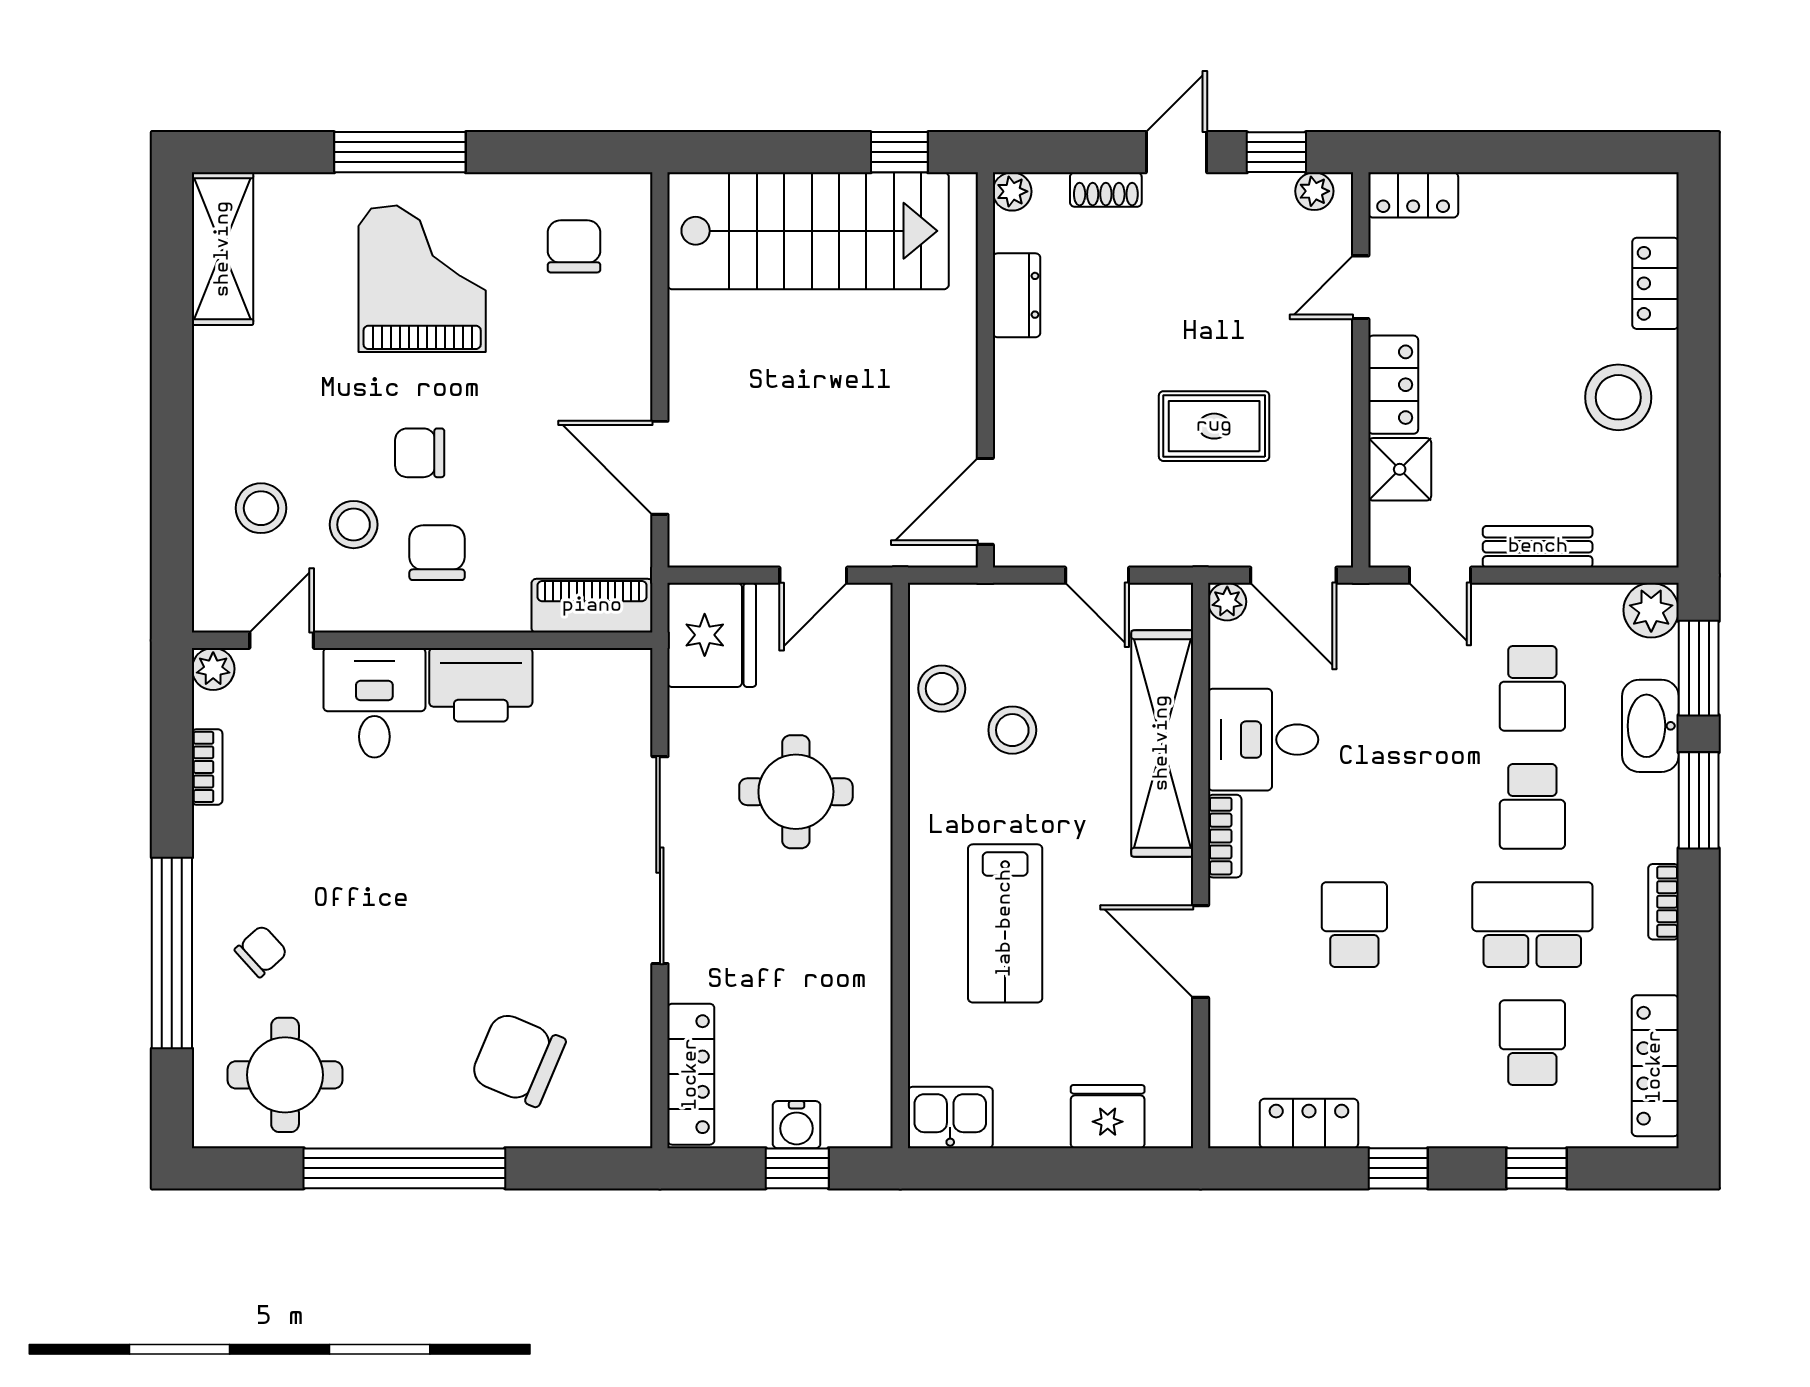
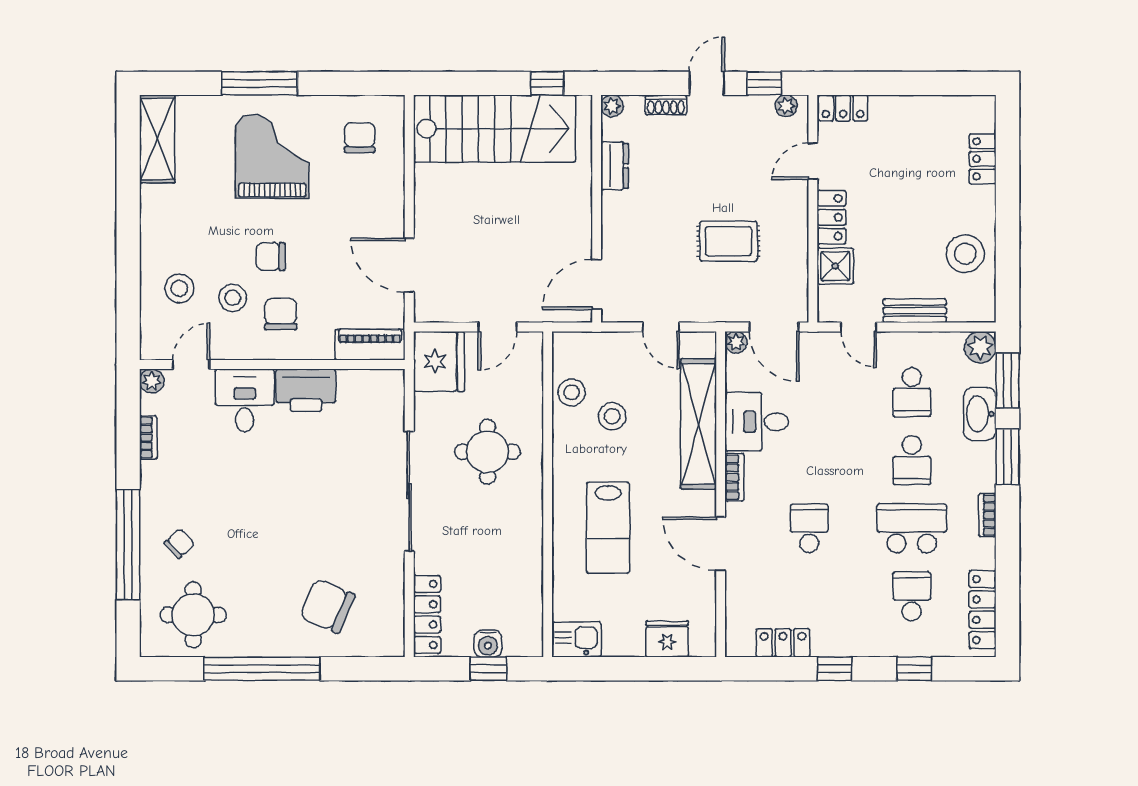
stool: (1618, 397) -> (965, 254), moved

